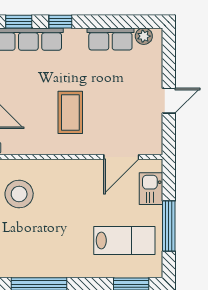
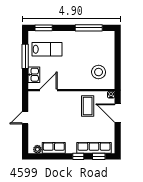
coffee table: (70, 112) -> (88, 106), moved
lab bench: (124, 241) -> (47, 49), turned 180

